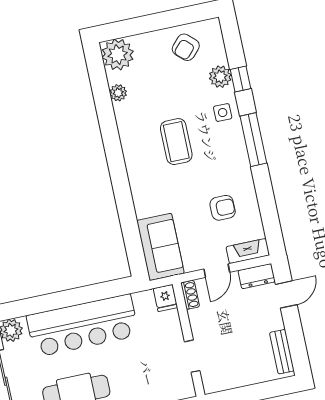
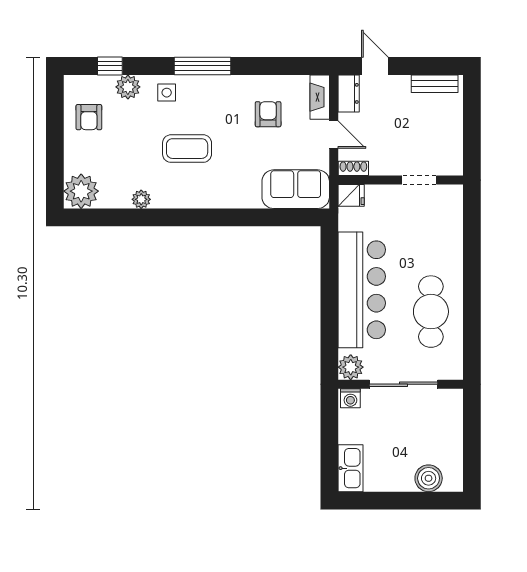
armchair: (186, 47) -> (89, 117), turned 47
window: (240, 79) -> (110, 66), moved
plant: (118, 93) -> (141, 199), moved

